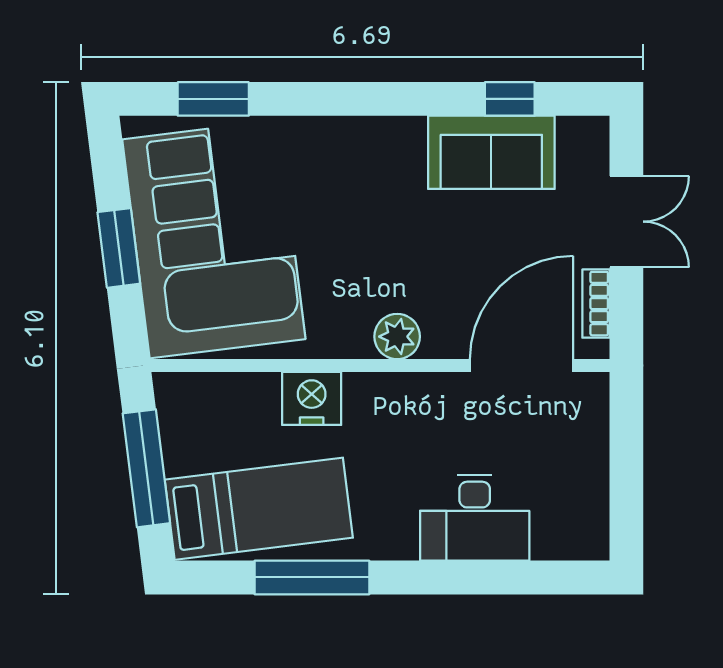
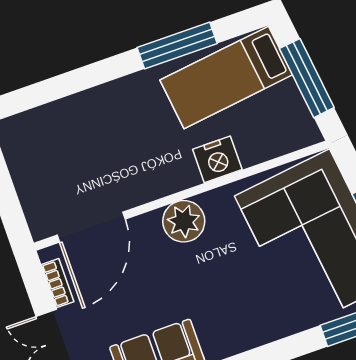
plant: (397, 337) -> (184, 221), width x1.36, depth x1.36
desk: (475, 518) -> (87, 120), removed

